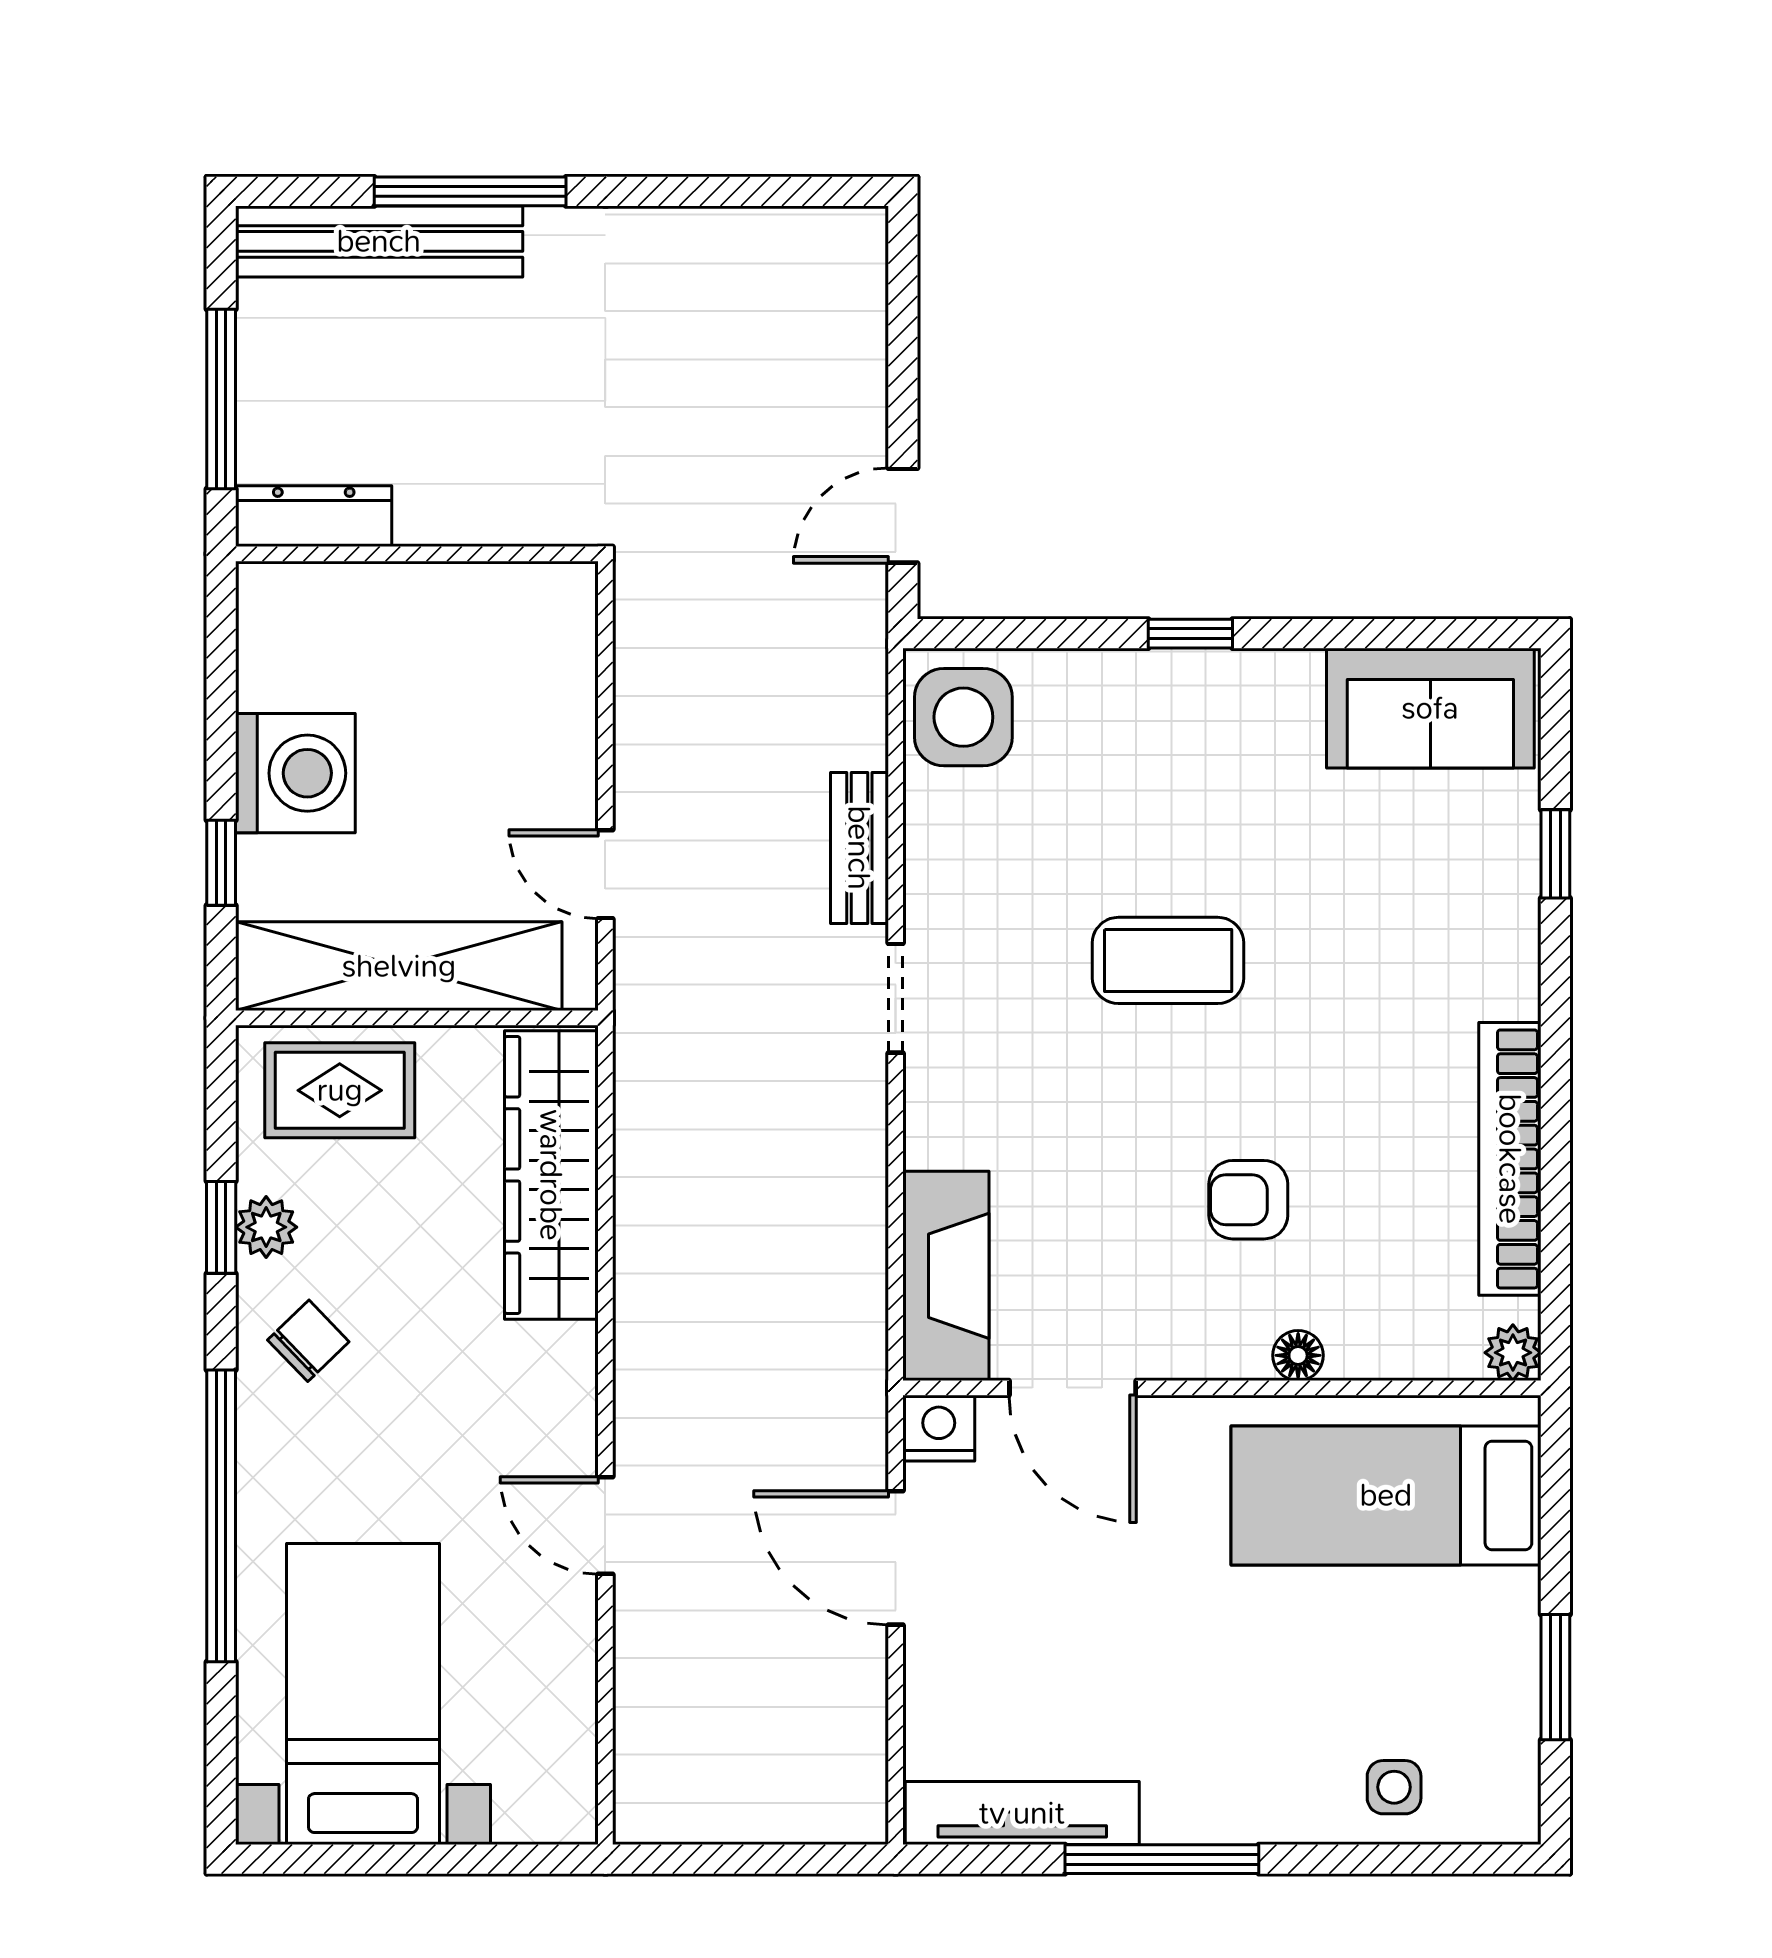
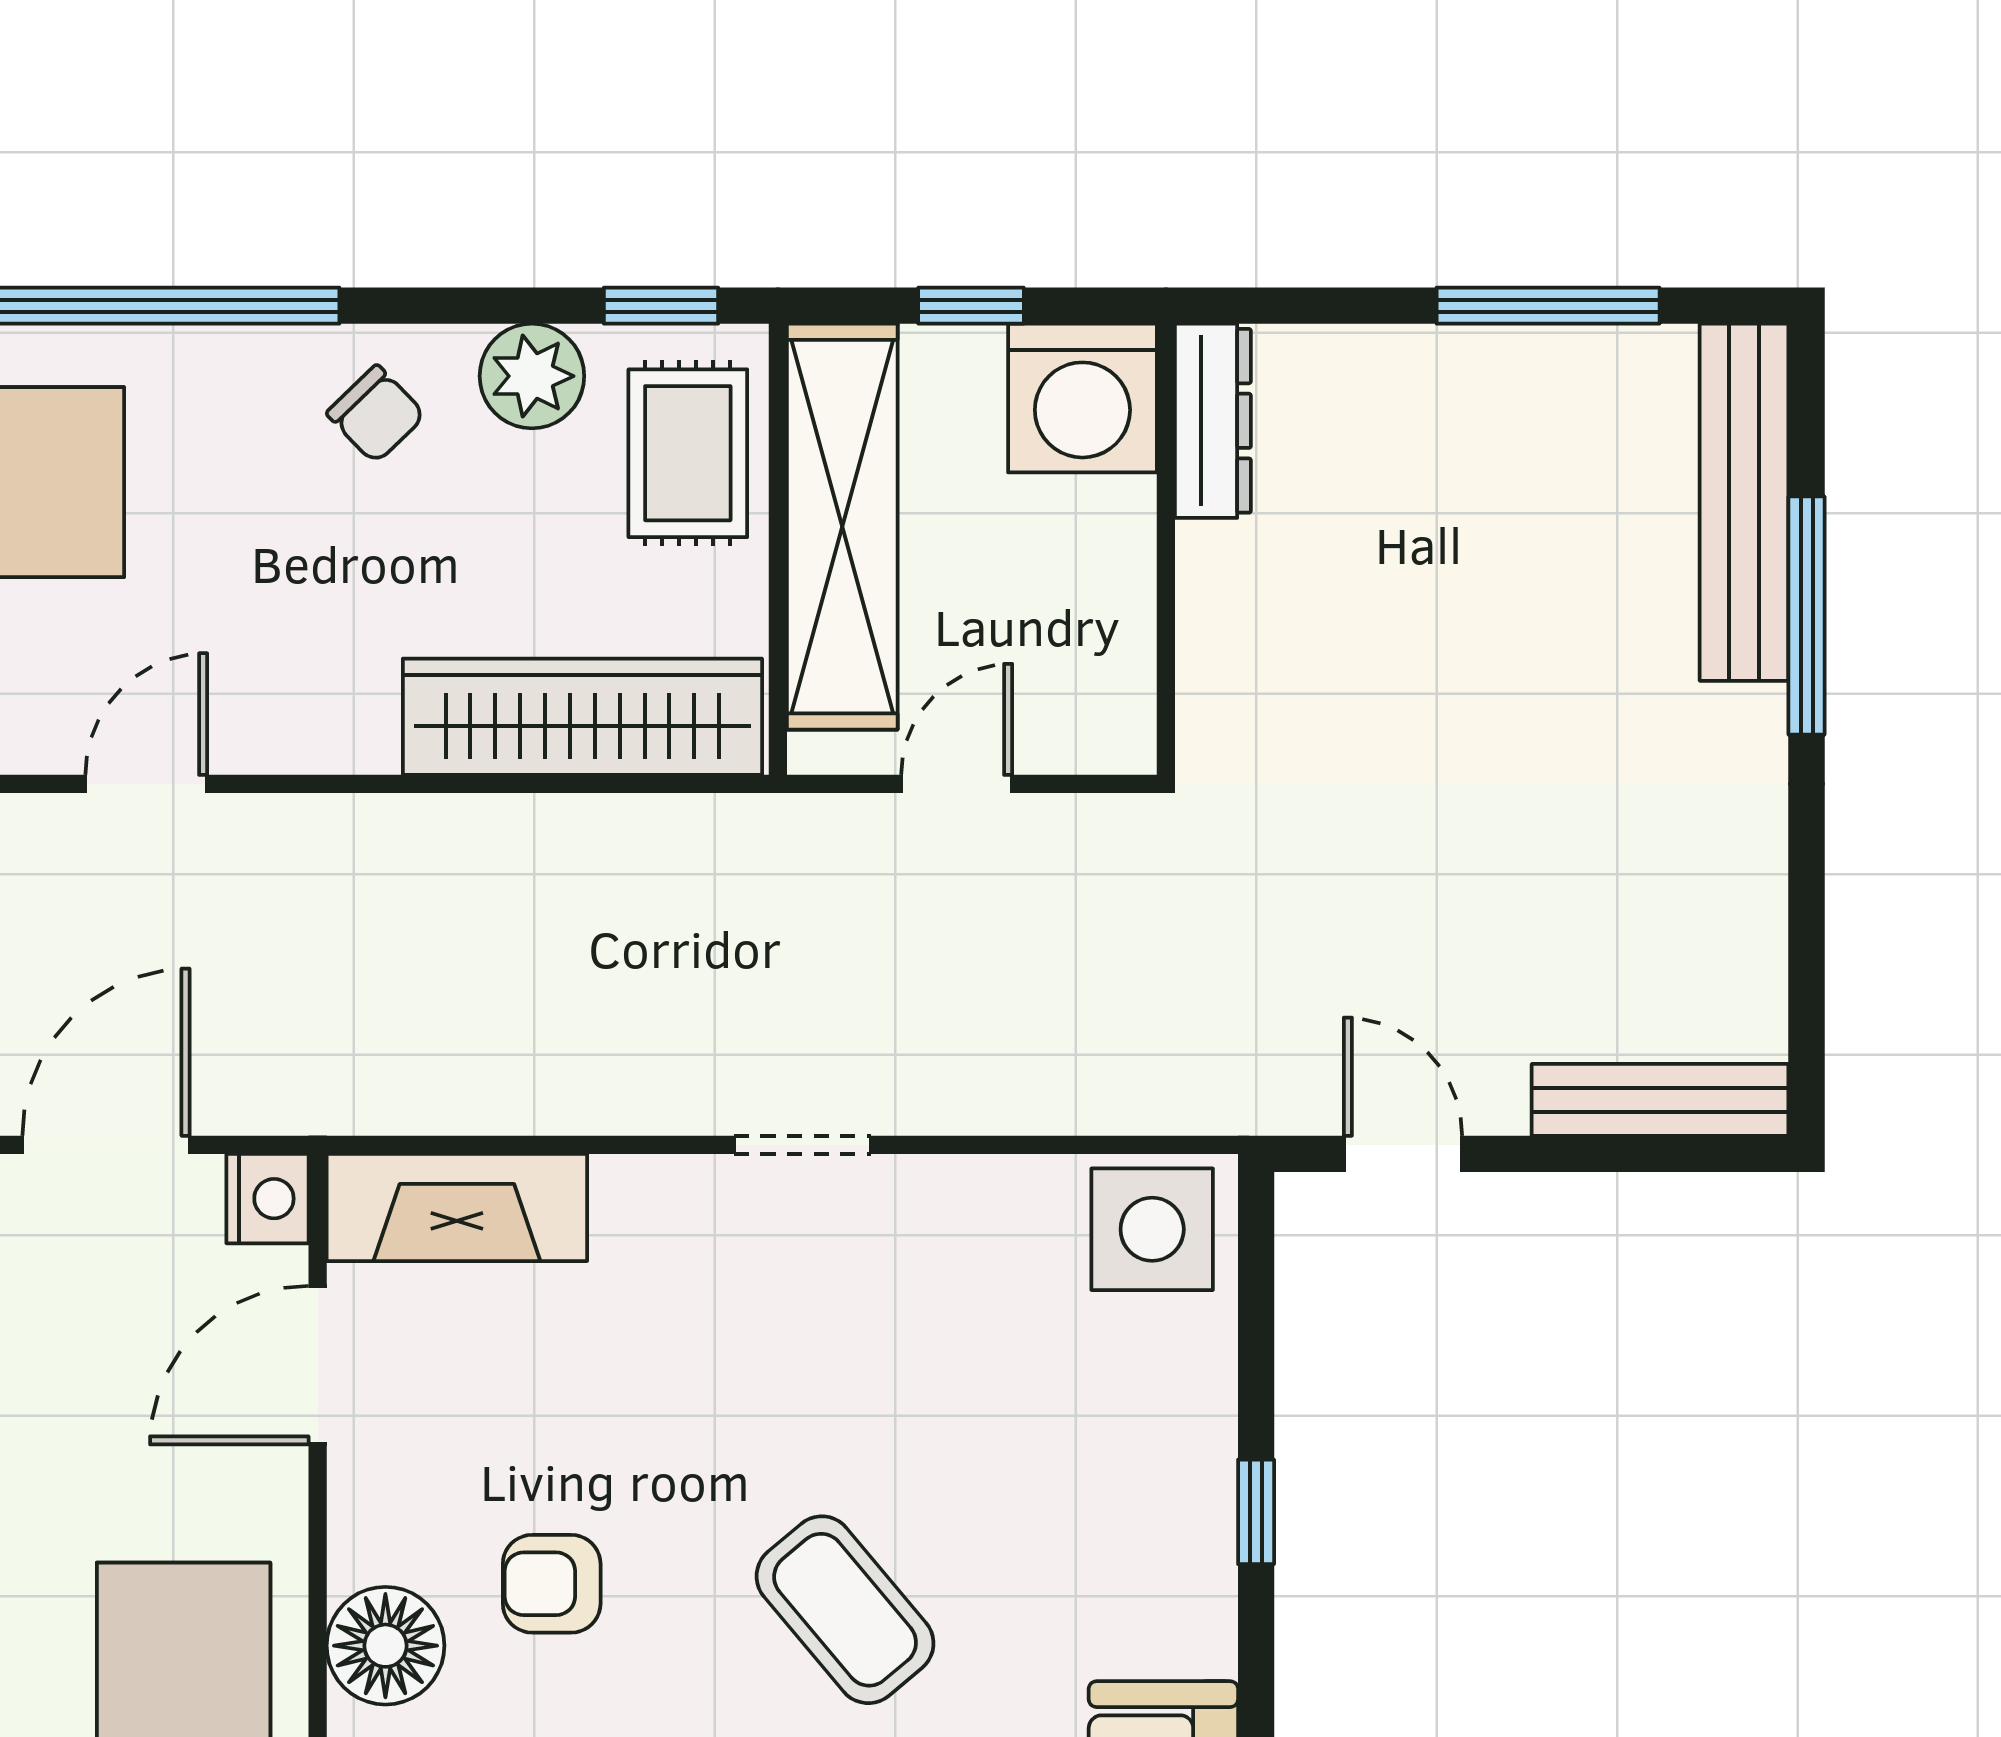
dresser: (314, 516) -> (1213, 421), moved
wall: (417, 554) -> (1166, 549), moved
bench: (859, 848) -> (1660, 1100), moved, width x1.36
coffee table: (1168, 960) -> (845, 1610), moved, turned -40
armchair: (1248, 1200) -> (552, 1584), turned -90
window: (221, 1227) -> (661, 306), moved
plant: (266, 1227) -> (532, 376), width x1.38, depth x1.38
floor lamp: (1298, 1355) -> (385, 1646), width x1.89, depth x1.89

